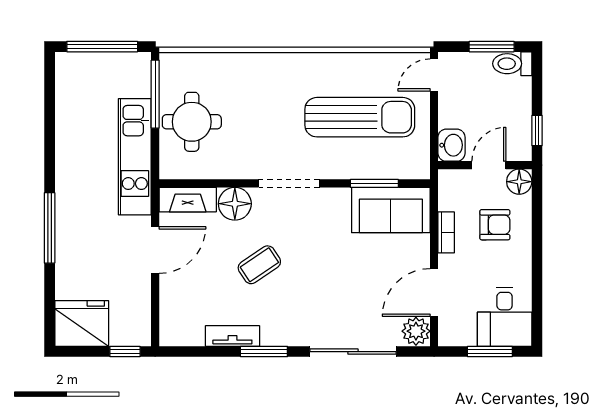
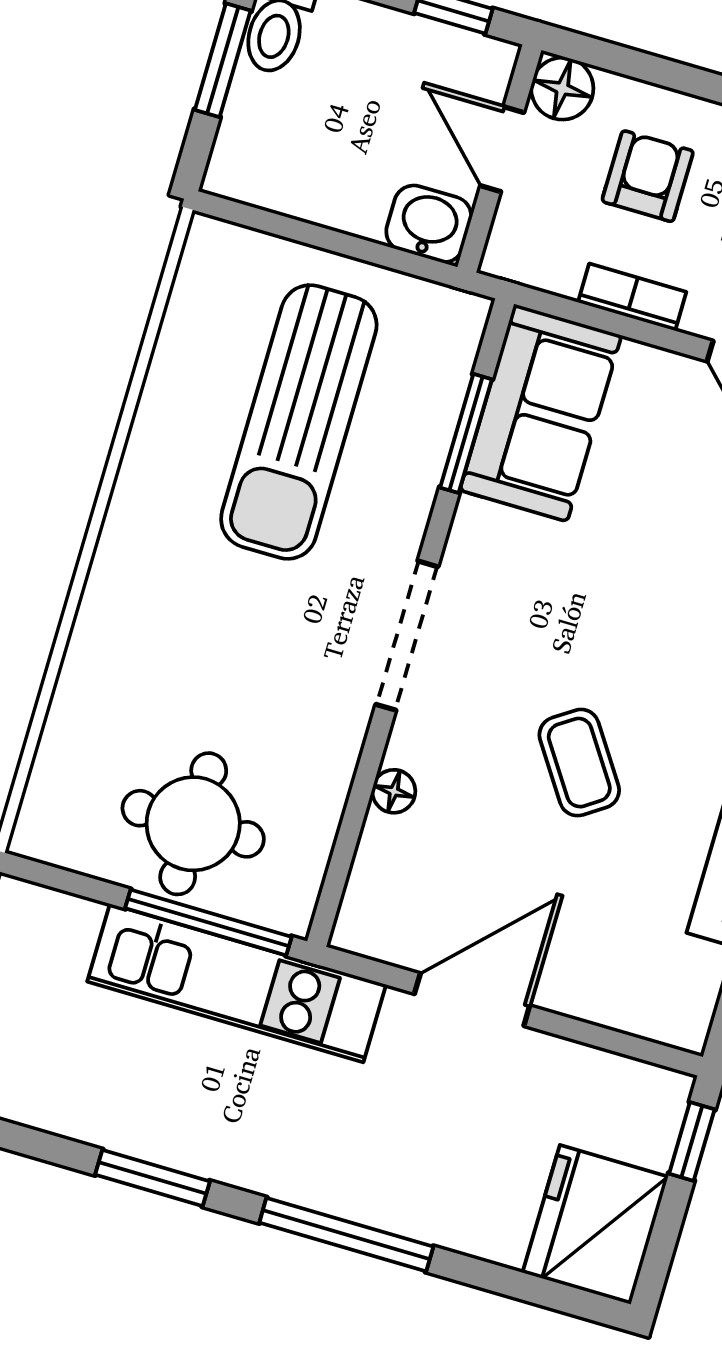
door: (434, 75) -> (250, 217), removed
window: (155, 94) -> (208, 922), moved
sun lounger: (360, 117) -> (299, 422), turned 180
window: (50, 146) -> (152, 1178), added
fireplace: (188, 200) -> (375, 887), removed
floor lamp: (235, 204) -> (394, 791), width x0.53, depth x0.53
door: (155, 250) -> (472, 1000), hinge flipped

